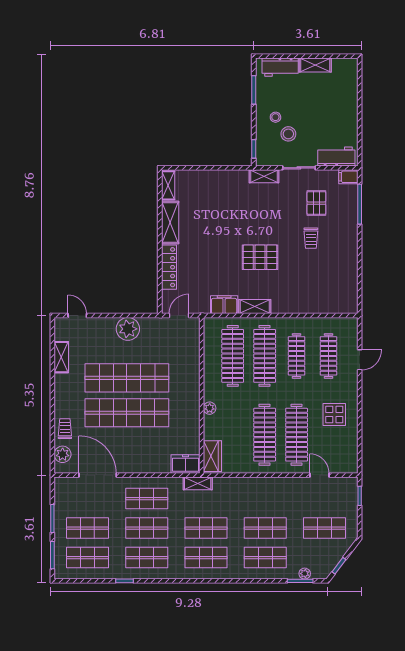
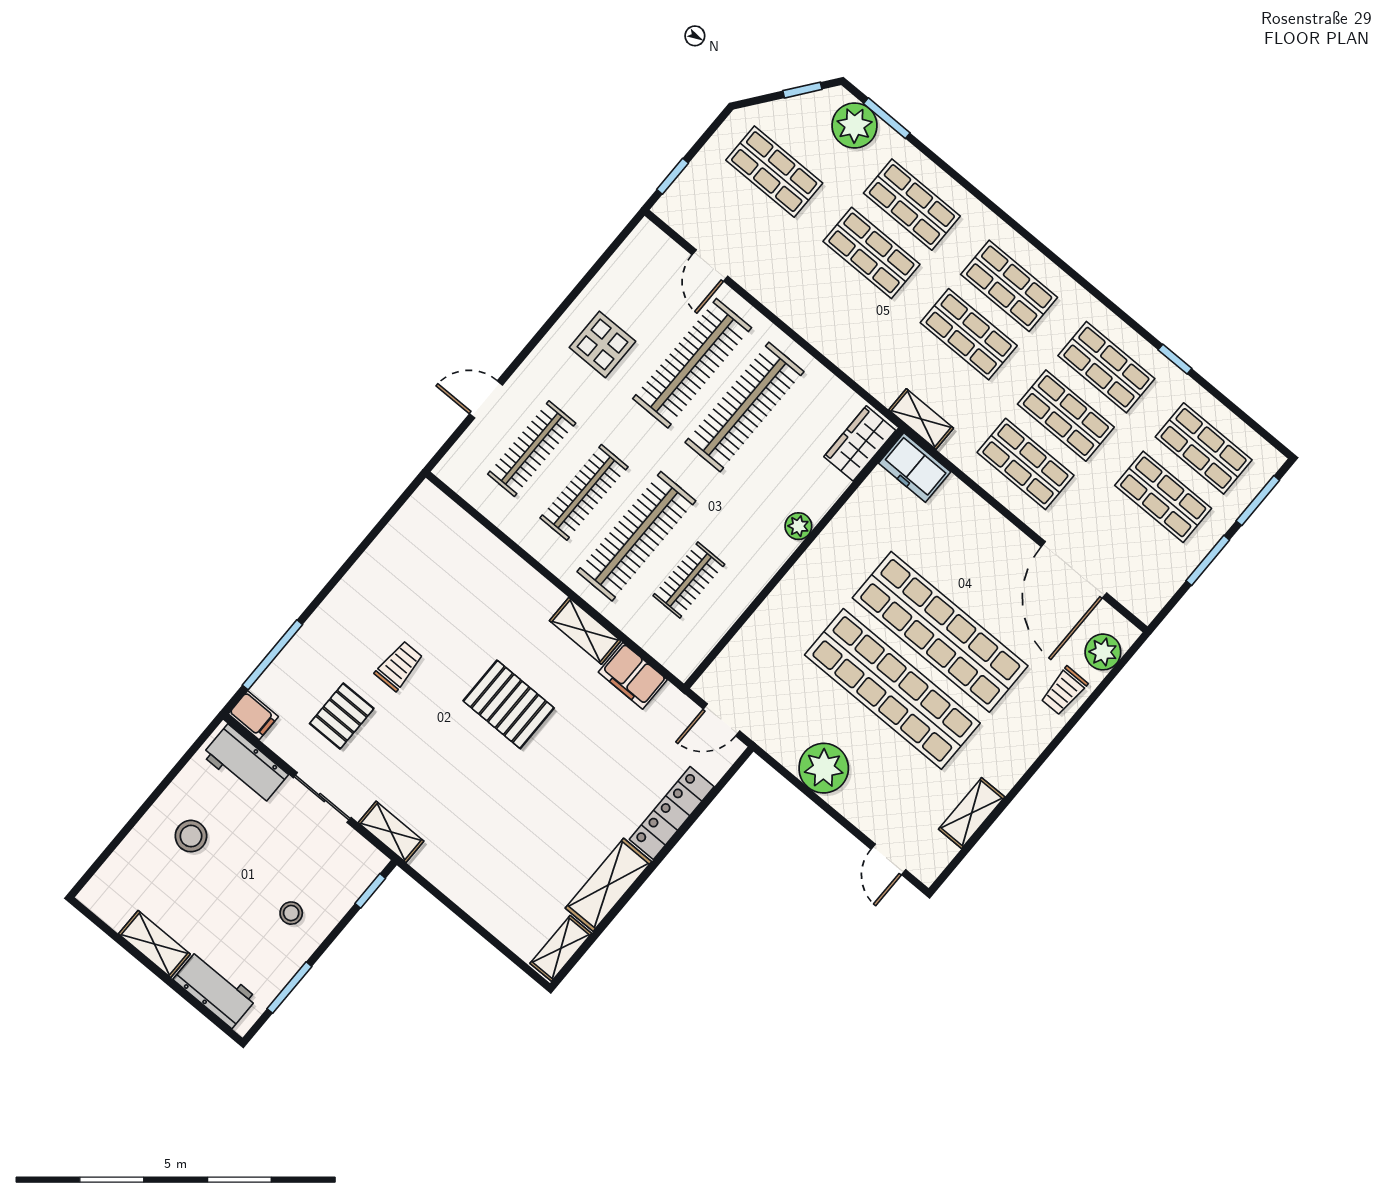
stool: (288, 134) -> (191, 836), moved
clothes rail: (233, 356) -> (689, 580), width x0.54, depth x0.76
plant: (305, 574) -> (854, 125), width x1.88, depth x1.88

